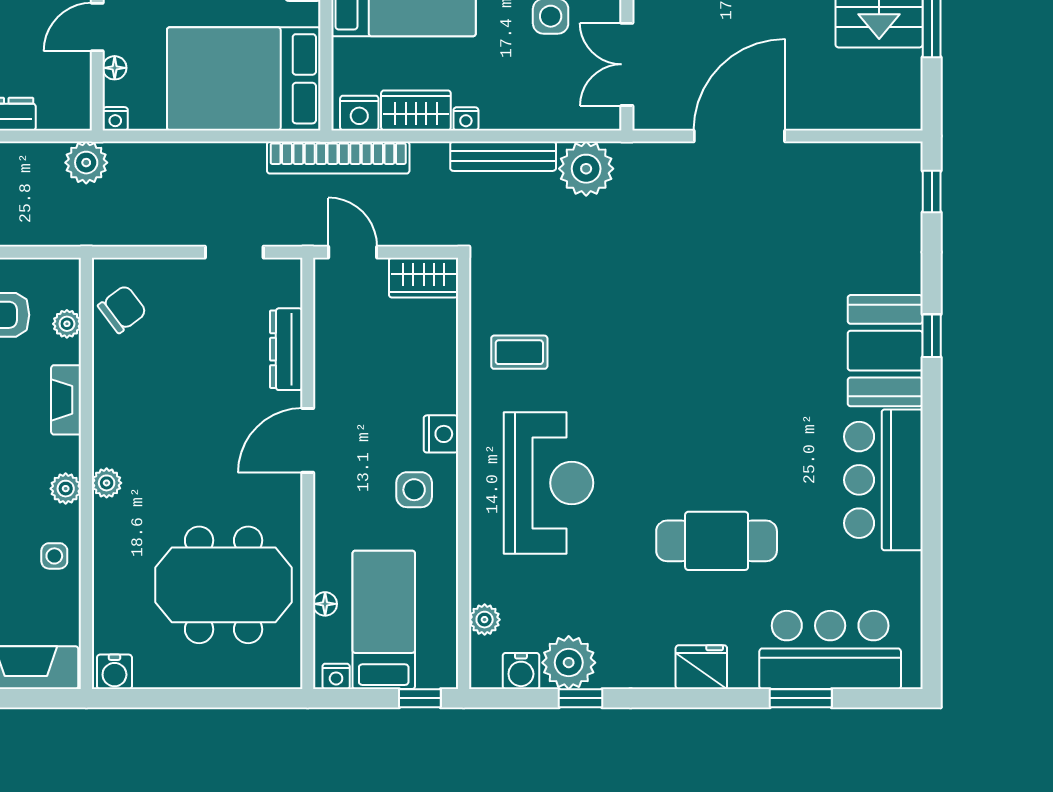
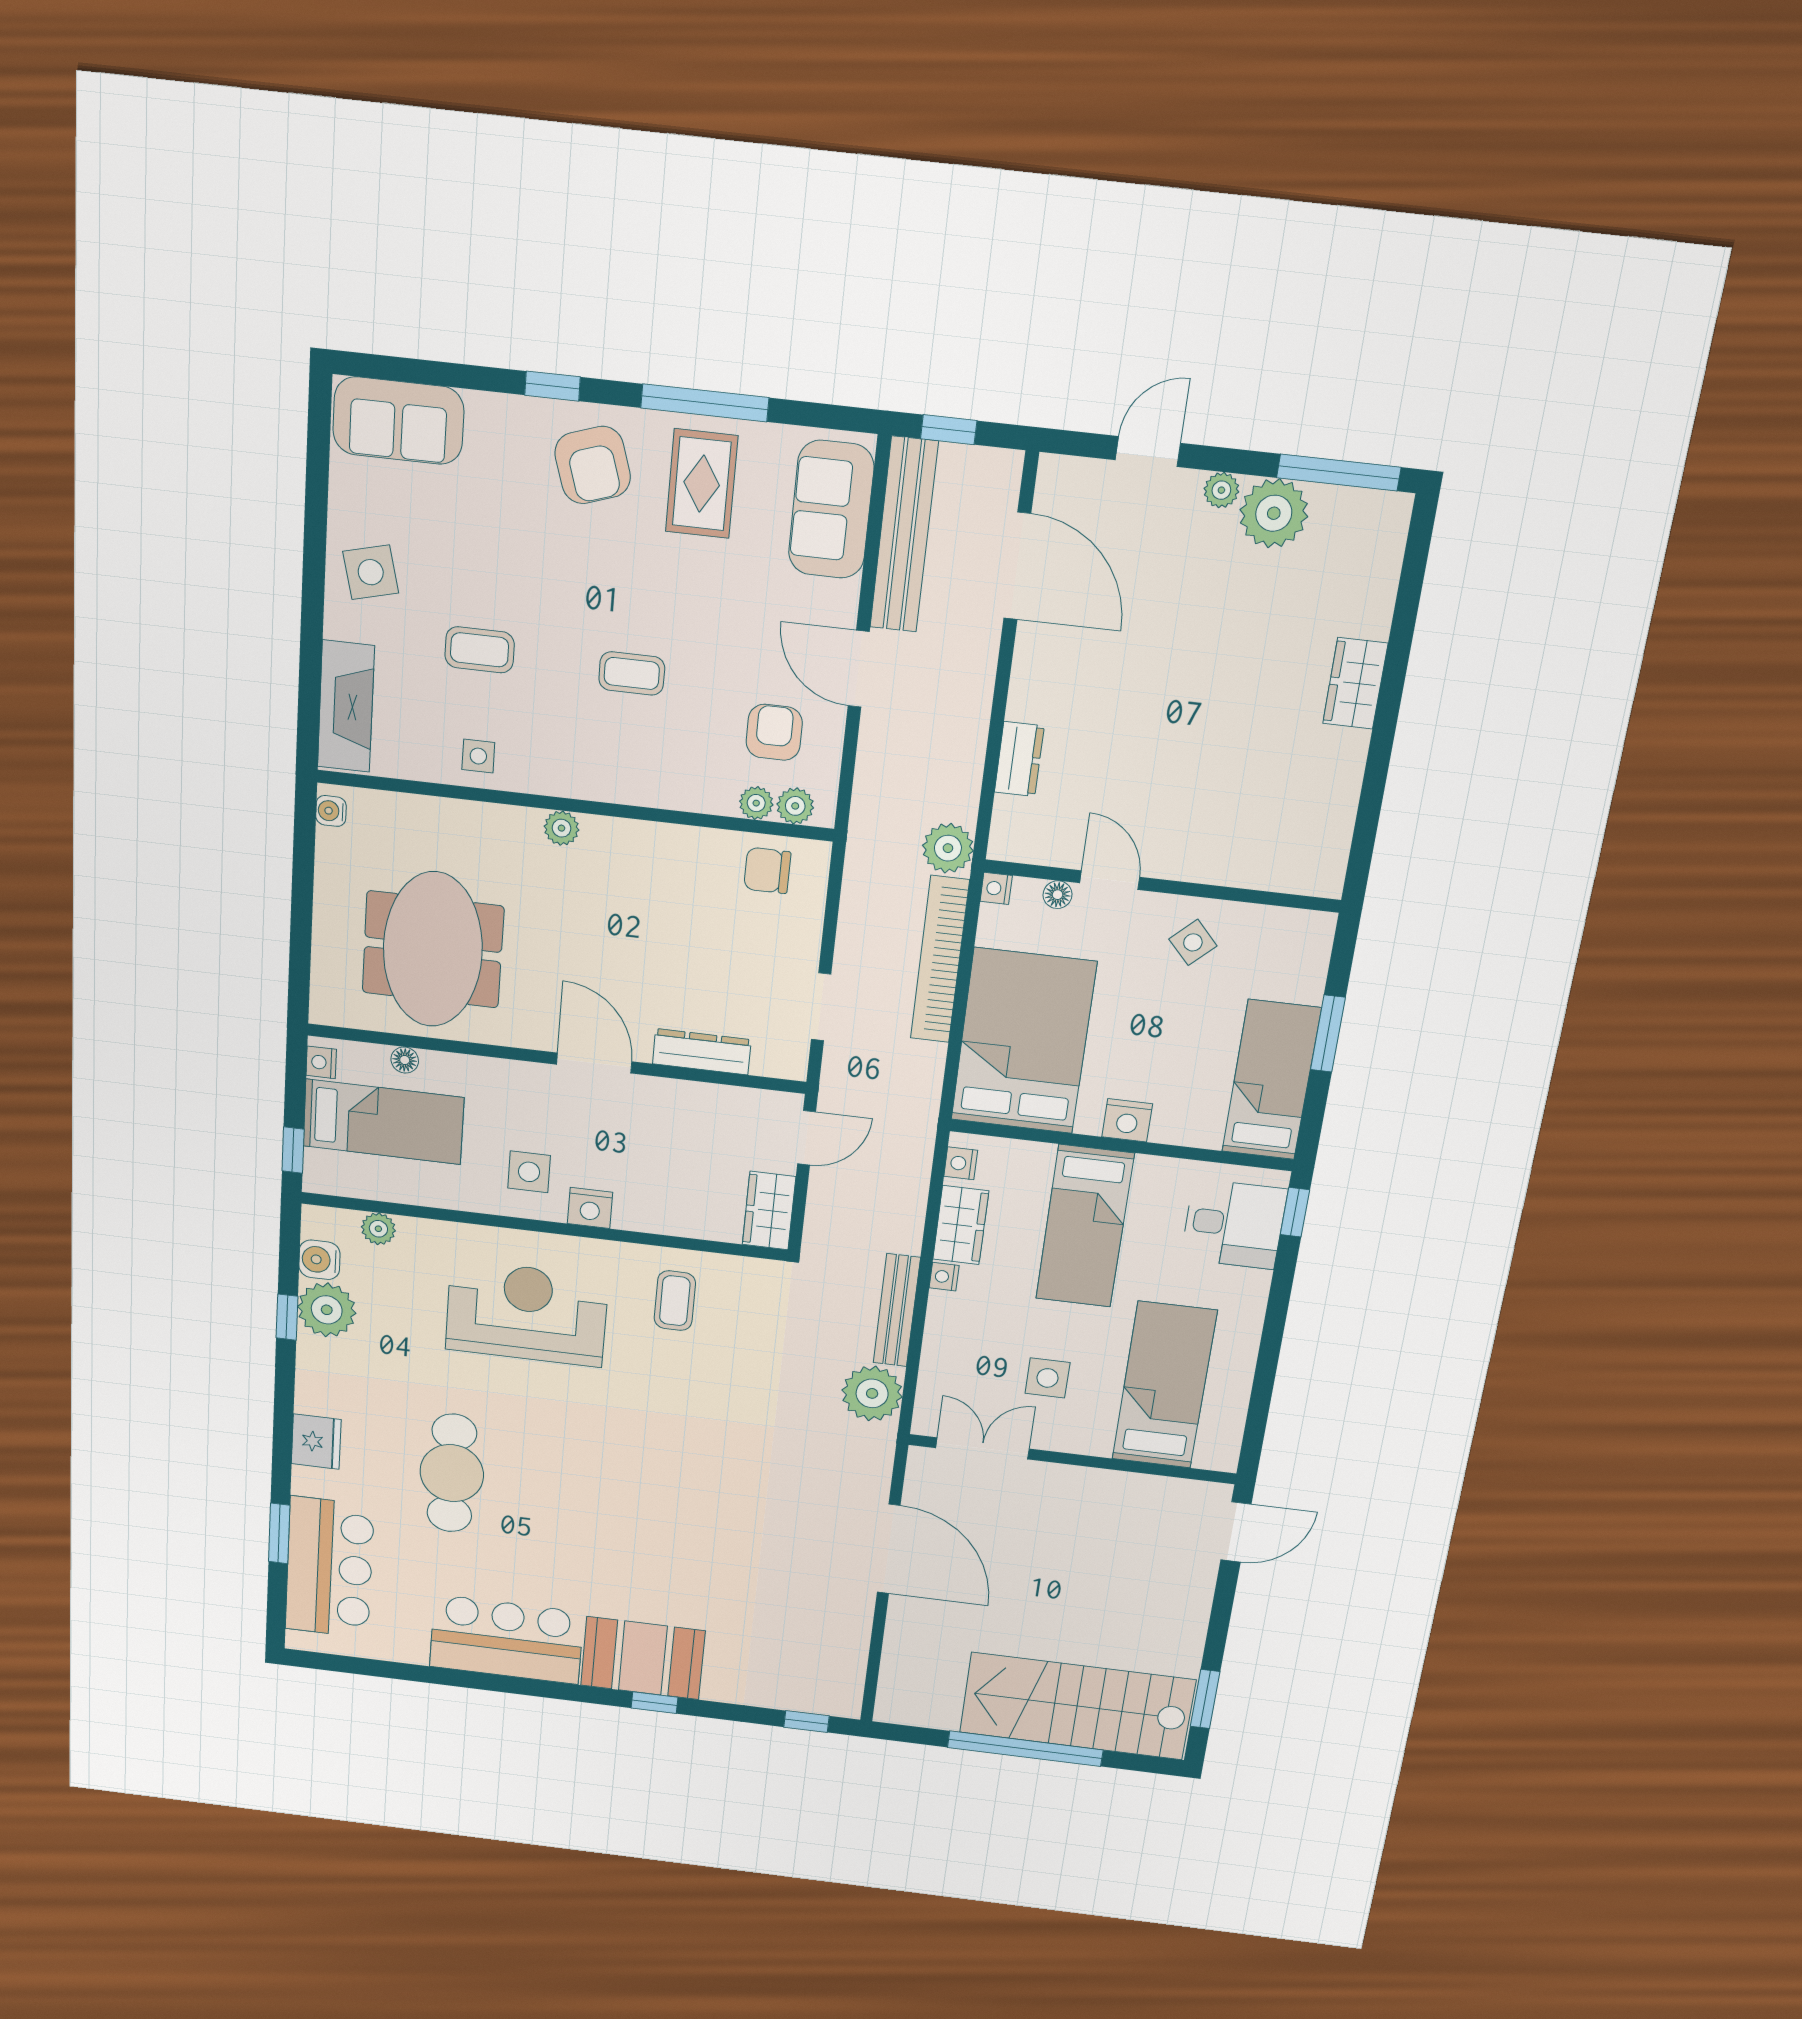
nightstand: (359, 113) -> (961, 1163), width x0.72, depth x0.74
bookcase: (338, 158) -> (940, 960), moved
chair: (122, 309) -> (767, 870), turned 127
fireplace: (66, 400) -> (665, 792), removed
reception desk: (549, 483) -> (527, 1313), turned 180
plant: (66, 489) -> (795, 806), moved
water cooler: (114, 672) -> (331, 811), width x0.72, depth x0.72

